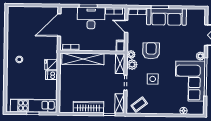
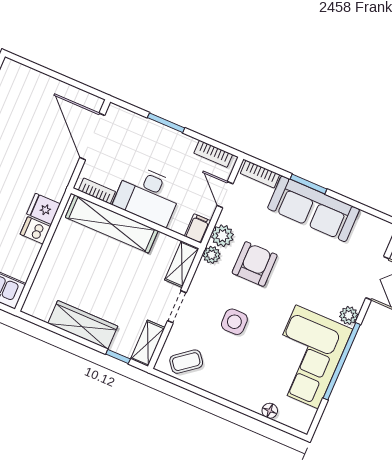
desk: (91, 18) -> (148, 195), moved, turned 180
door: (59, 25) -> (92, 137), hinge flipped
plant: (132, 65) -> (222, 236), moved

